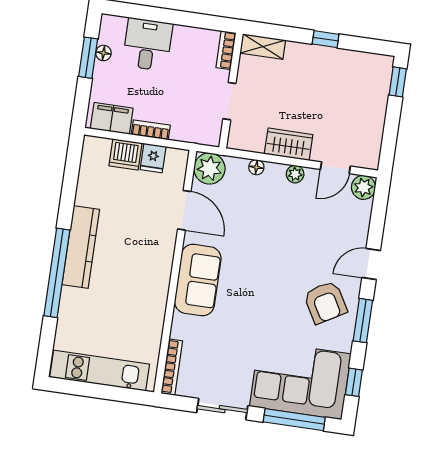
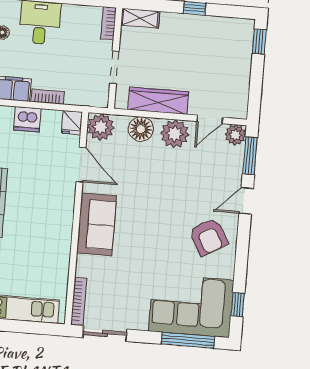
wardrobe: (289, 144) -> (158, 101), width x1.50
fridge: (153, 158) -> (72, 123), moved
floor lamp: (256, 167) -> (141, 129), width x1.89, depth x1.89
plant: (295, 174) -> (175, 134), width x1.88, depth x1.88
window: (363, 321) -> (250, 156), moved
sliding door: (222, 409) -> (105, 333), moved

